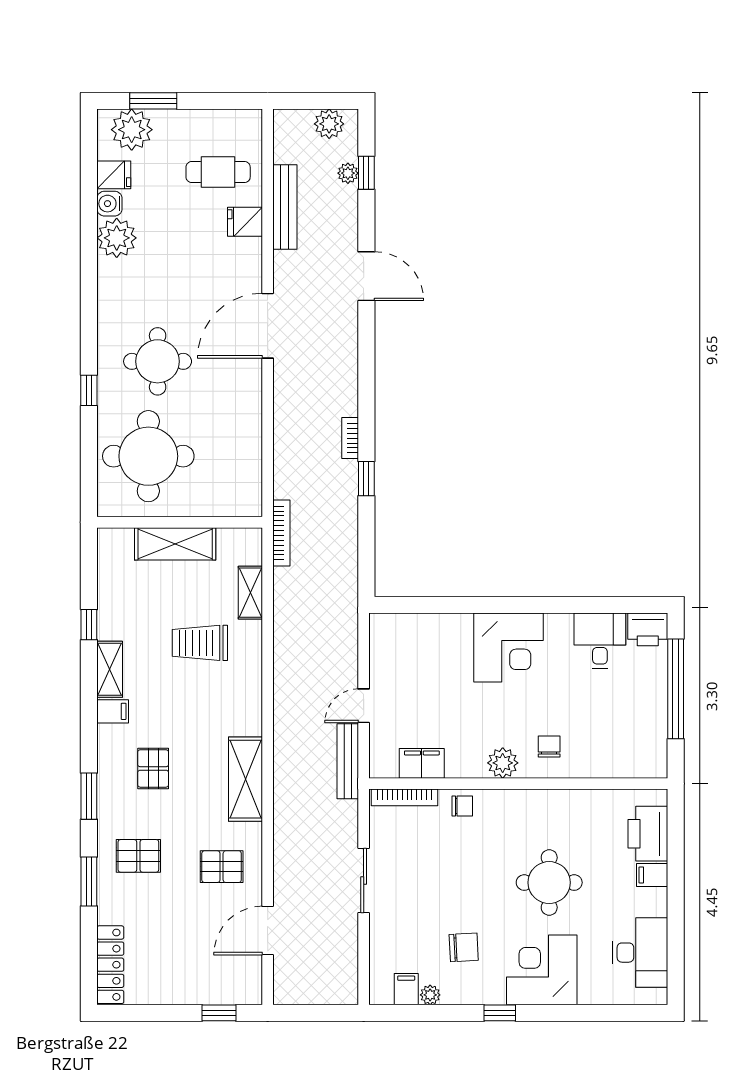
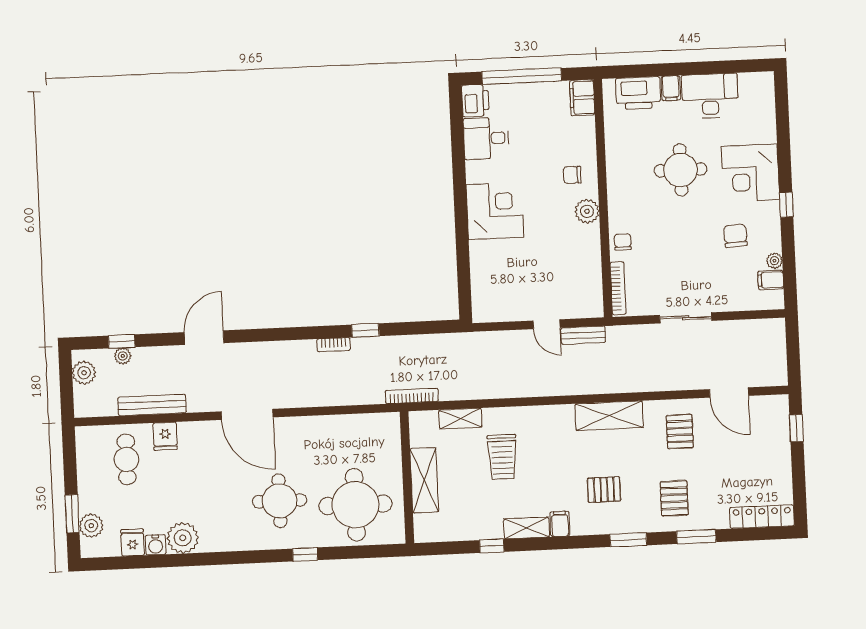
plant: (132, 130) -> (91, 526), width x0.73, depth x0.73
bench: (348, 761) -> (583, 335), width x0.73
filing cabinet: (422, 763) -> (582, 98), moved
desk: (640, 953) -> (710, 96), moved

